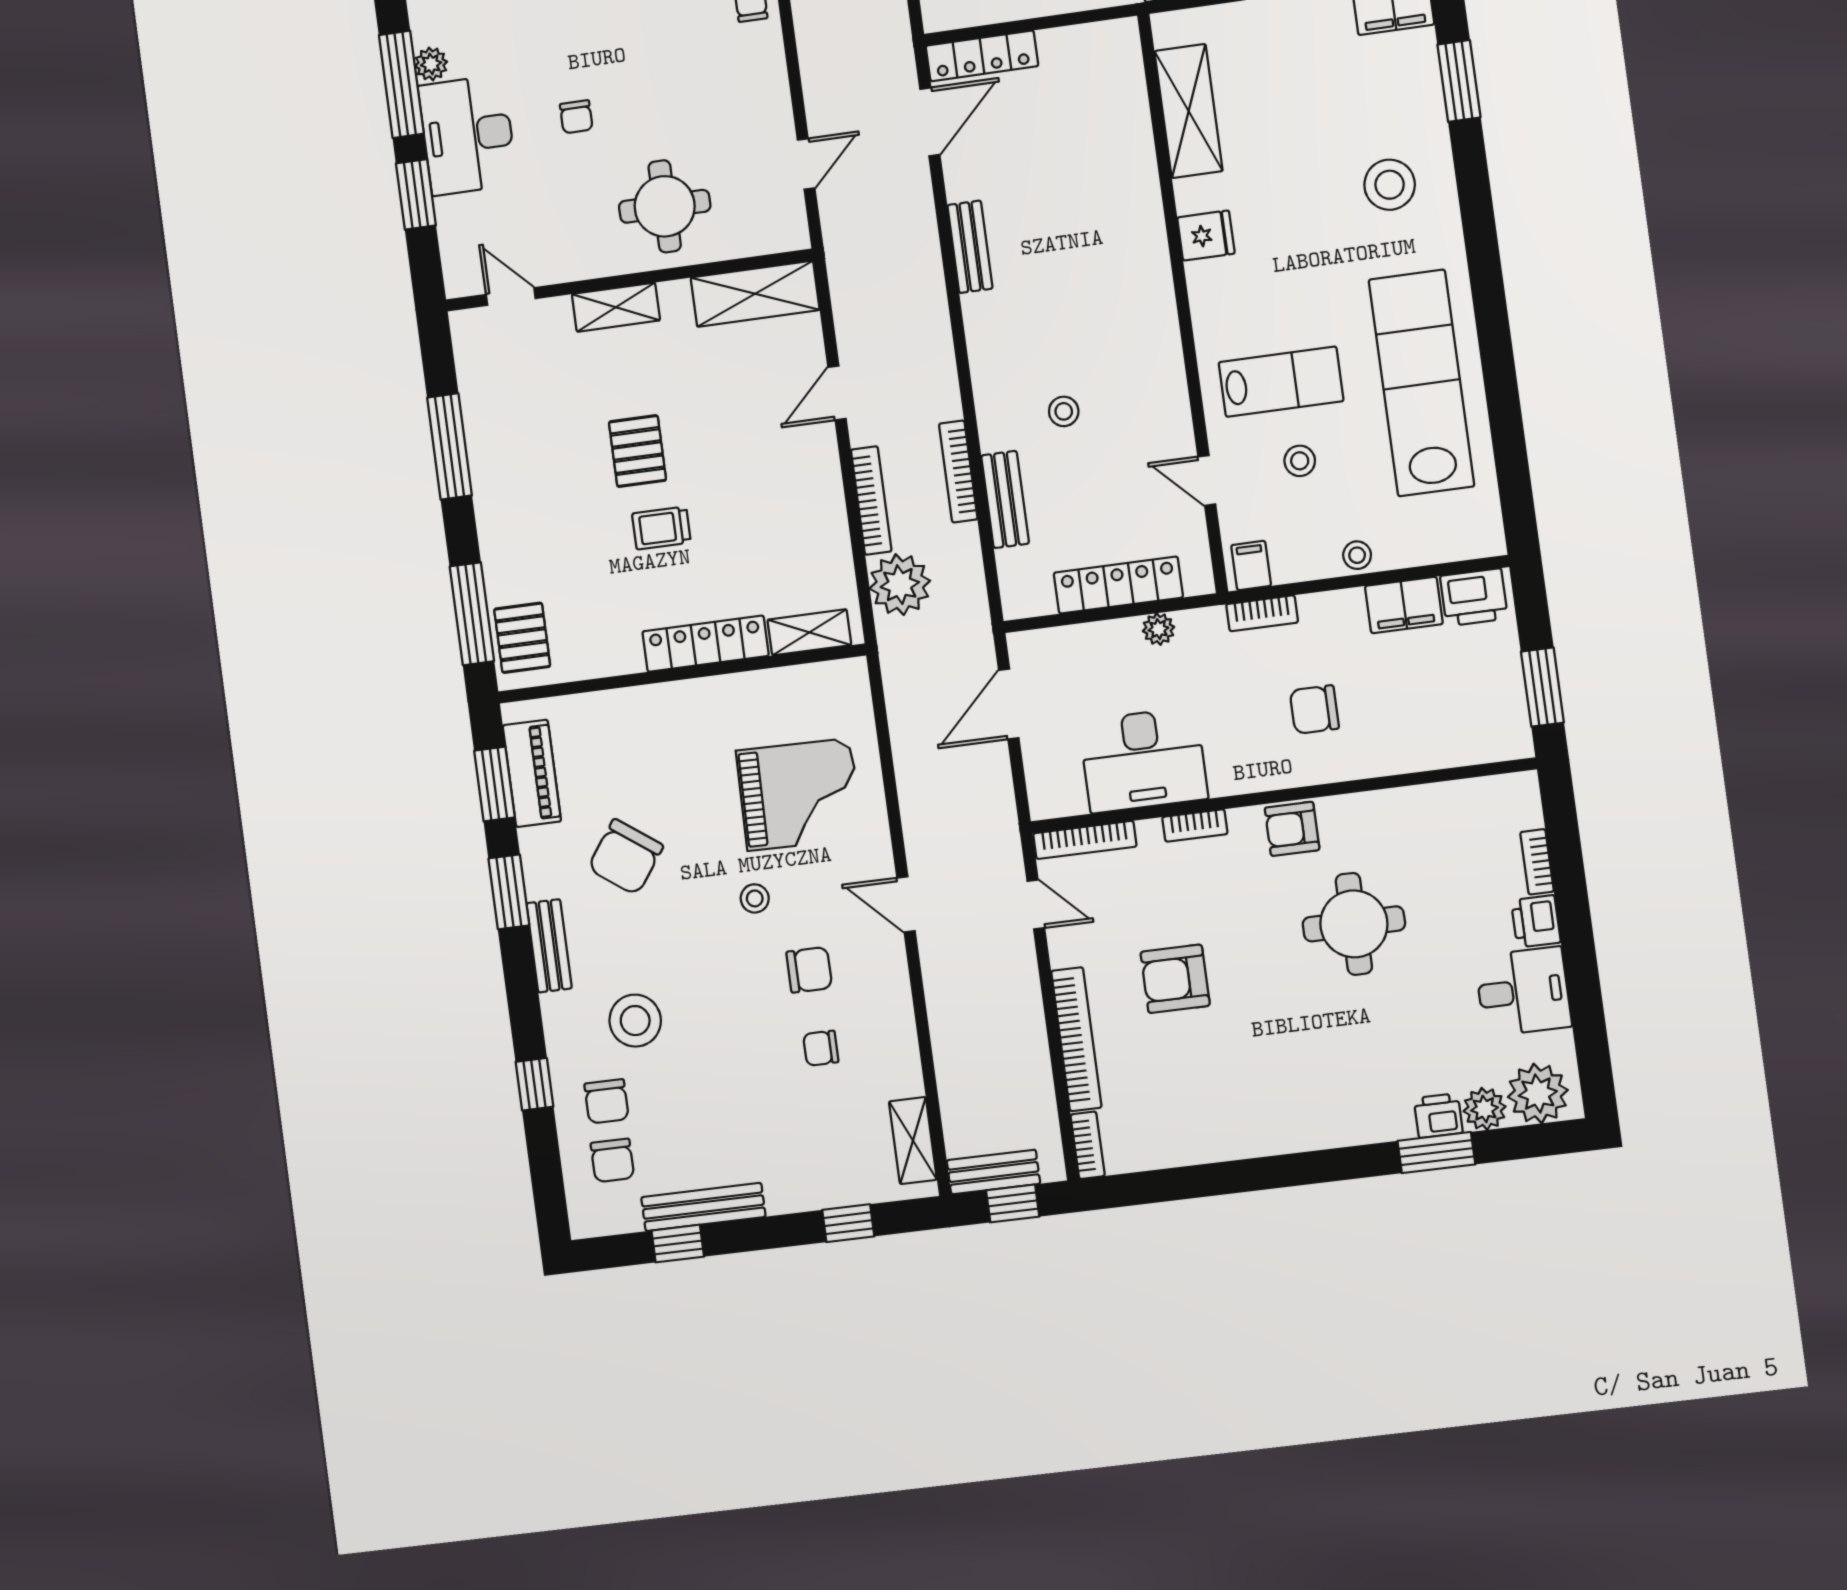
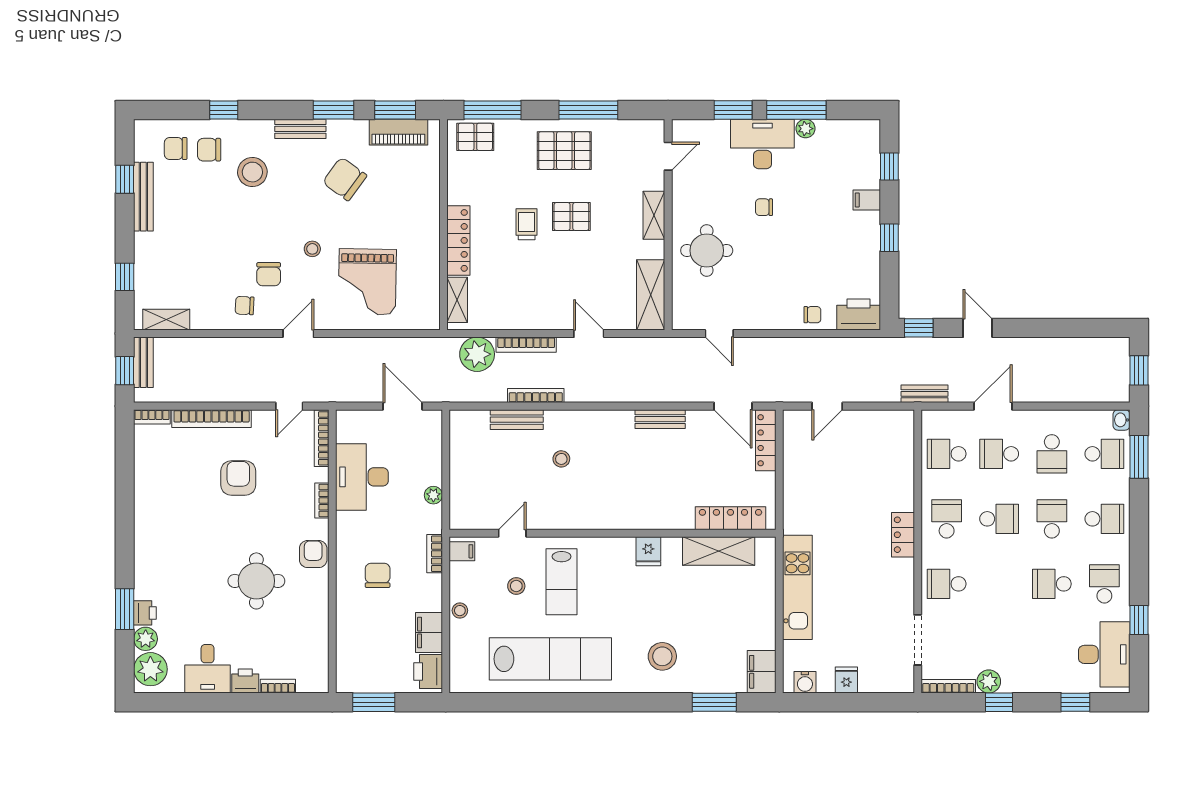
pallet: (525, 479) -> (564, 151), added
locker: (1118, 585) -> (730, 518), moved, turned -90
chair: (821, 1048) -> (245, 306), moved, turned -87

